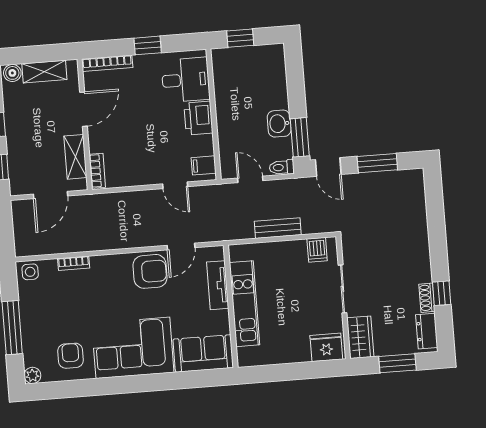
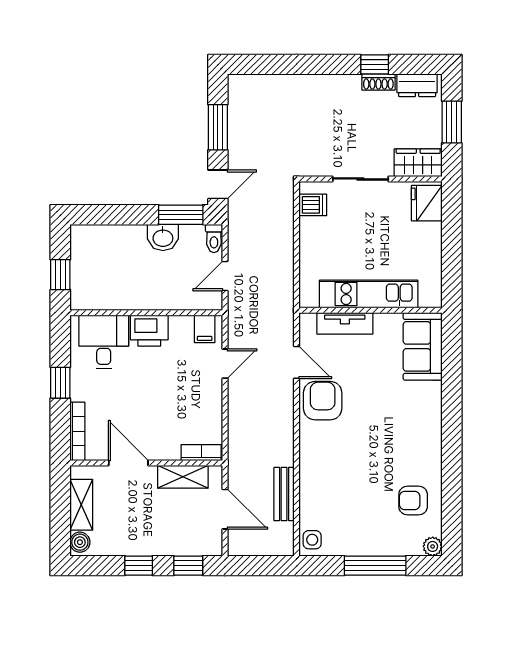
bench: (278, 228) -> (284, 494), moved
bookcase: (74, 263) -> (306, 489), removed
corner sofa: (133, 348) -> (410, 428), removed

